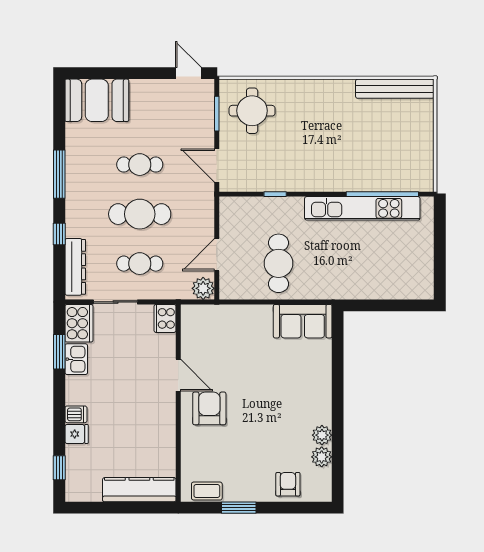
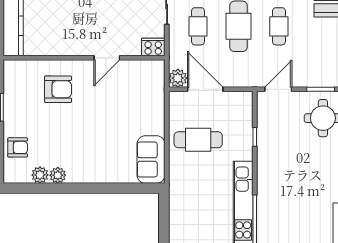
door: (217, 255) -> (205, 89), width x1.36
armchair: (209, 408) -> (58, 89), moved
coffee table: (207, 491) -> (12, 81), removed

